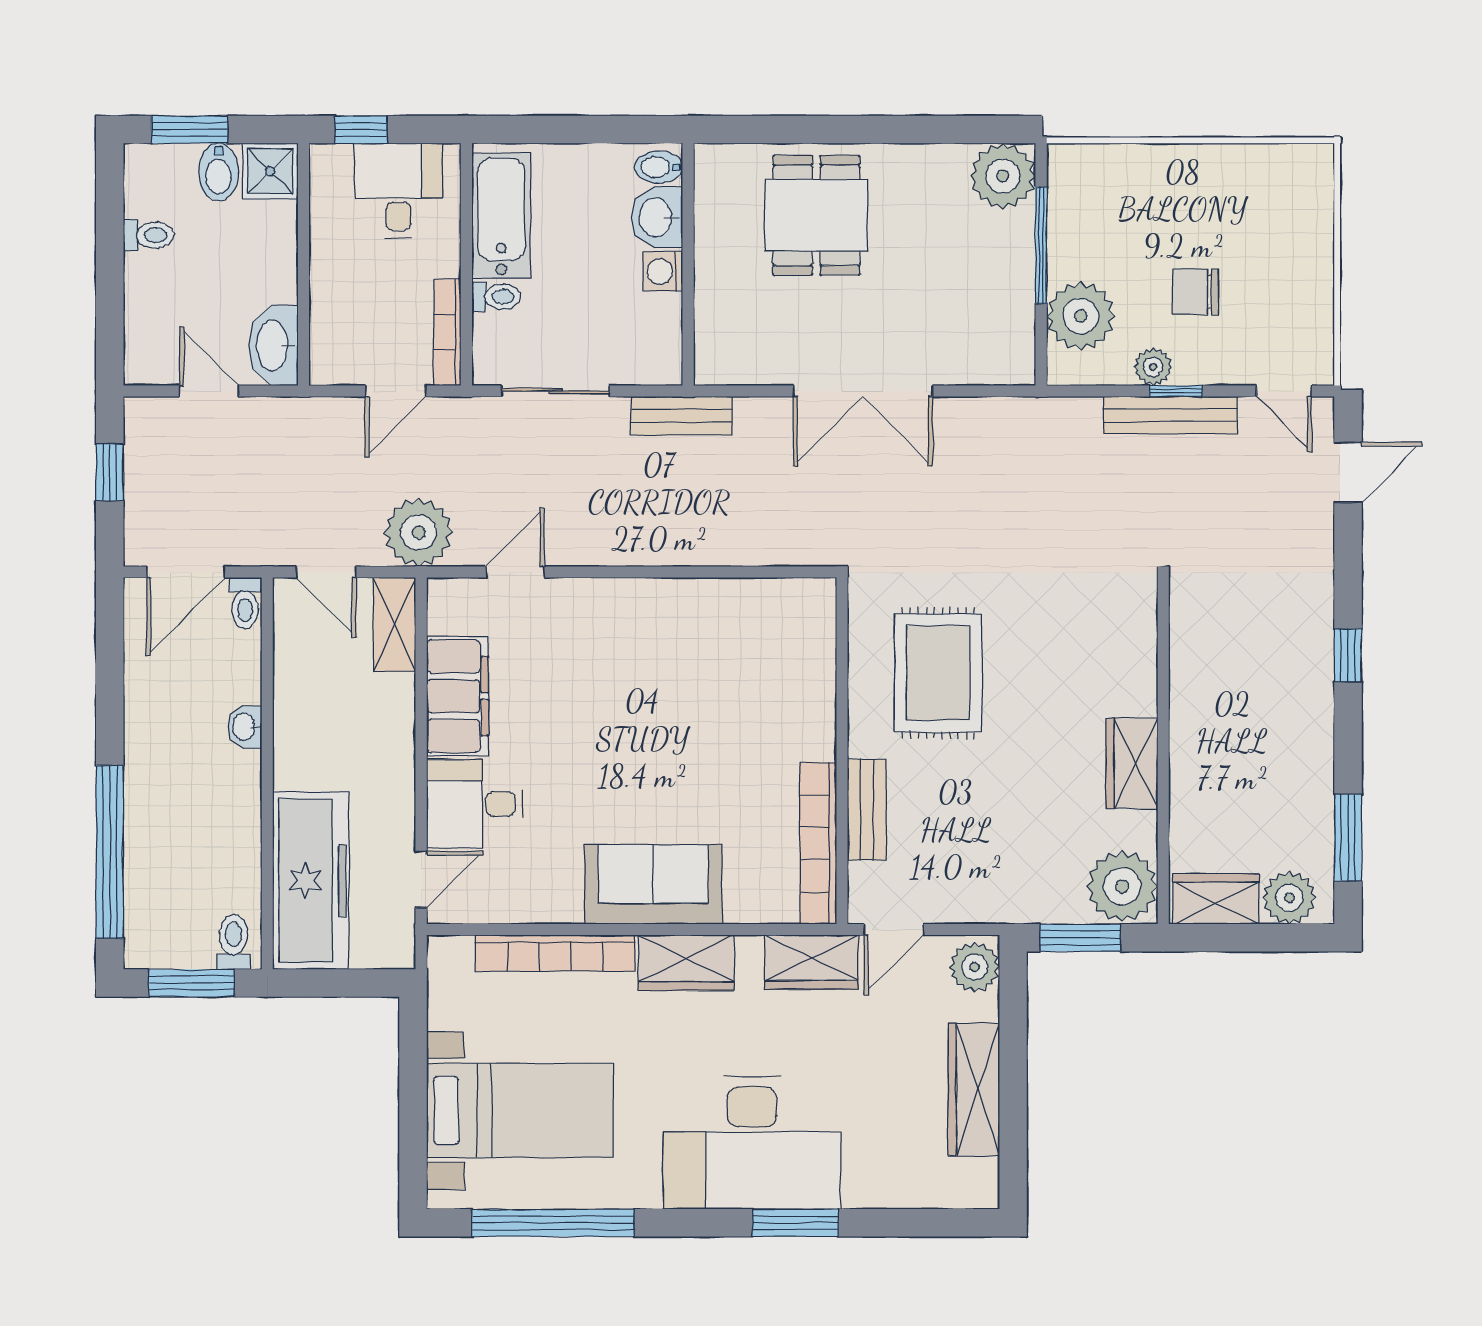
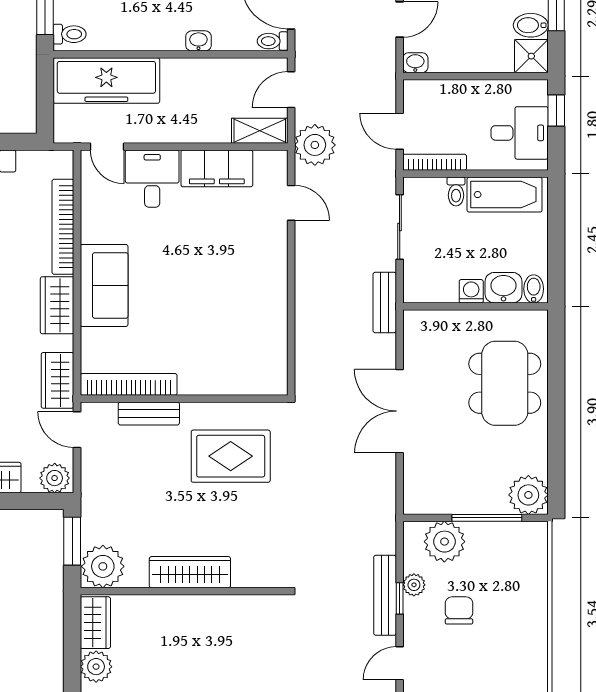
dining table: (816, 215) -> (505, 383), width x1.38
washbasin: (274, 345) -> (415, 63), width x0.52, depth x0.69
wardrobe: (1132, 763) -> (190, 572), width x1.50

